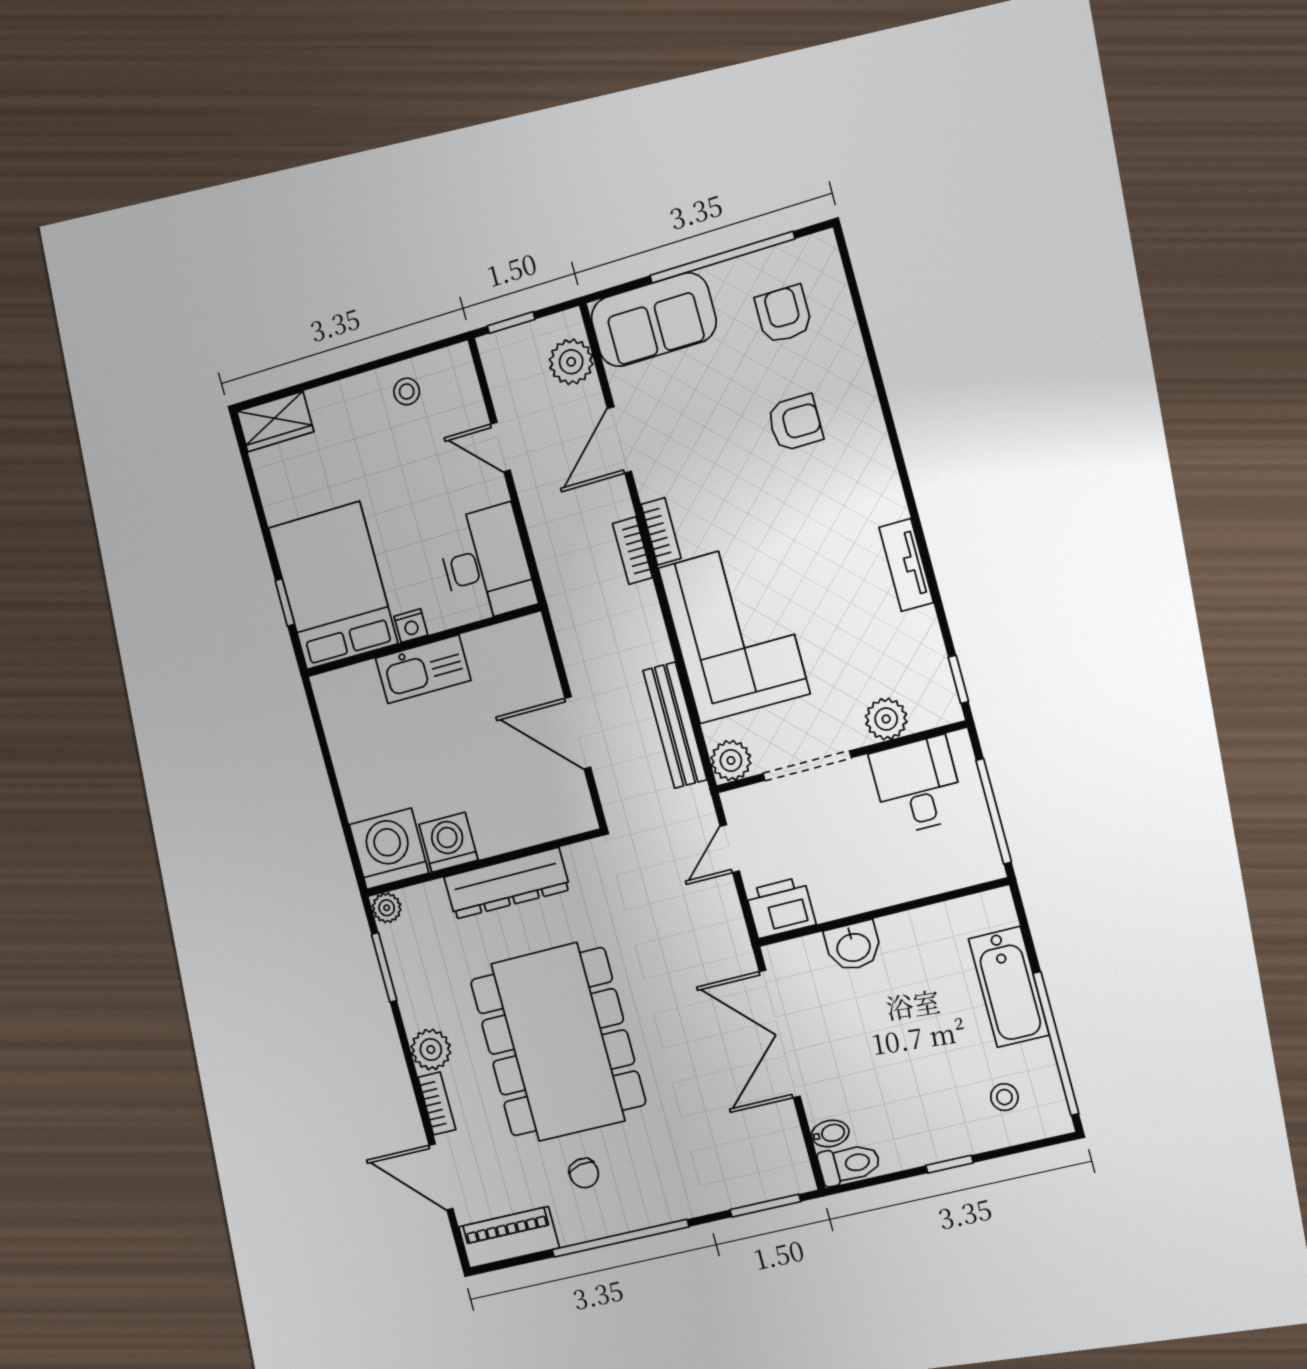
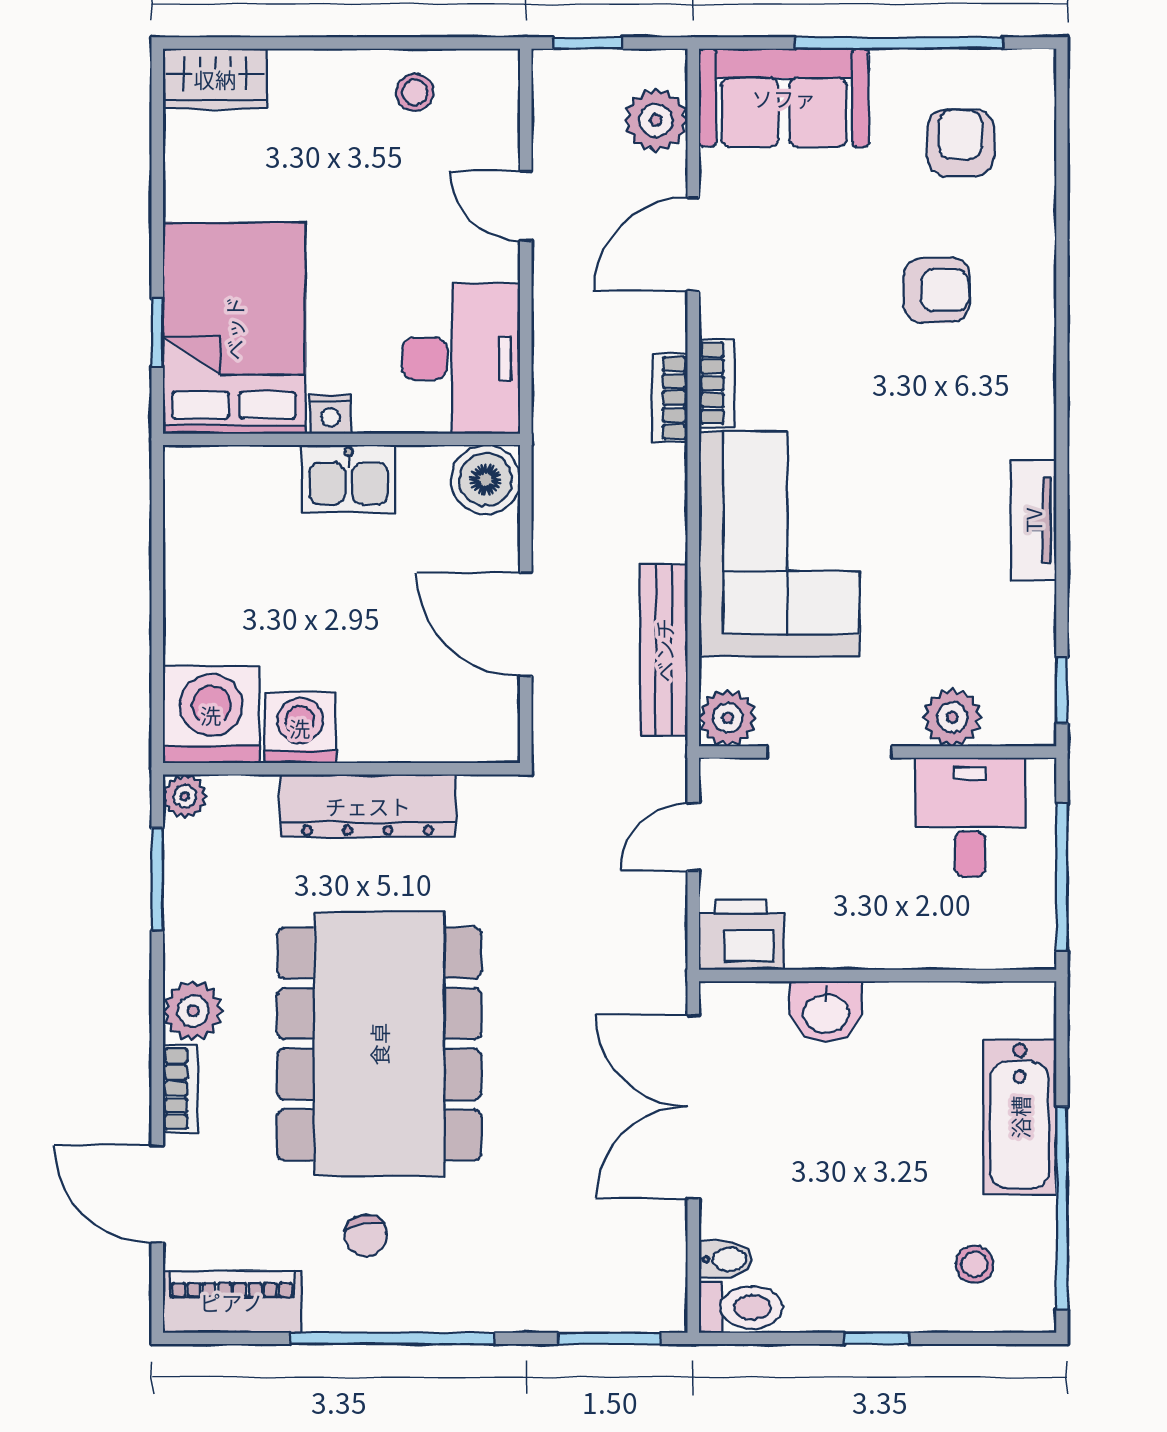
boiler: (524, 641) -> (486, 480), added
kitchen sink: (423, 669) -> (349, 479), width x0.73

